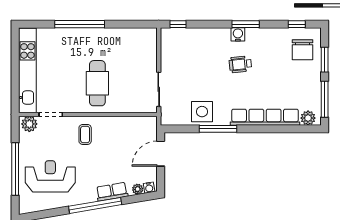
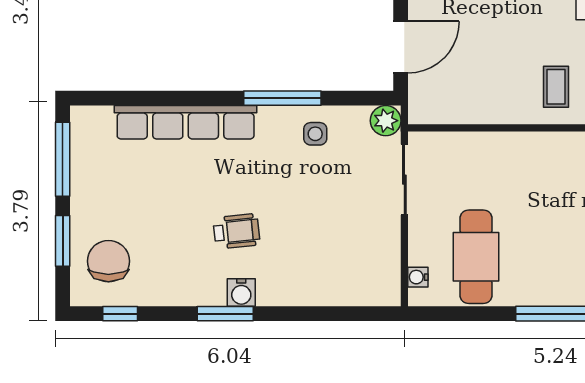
window: (178, 24) -> (364, 314), removed
water cooler: (152, 42) -> (418, 277), added
cafe table: (97, 83) -> (476, 257), moved
side table: (202, 112) -> (315, 134), width x0.54, depth x0.54
plant: (308, 118) -> (386, 121), moved

